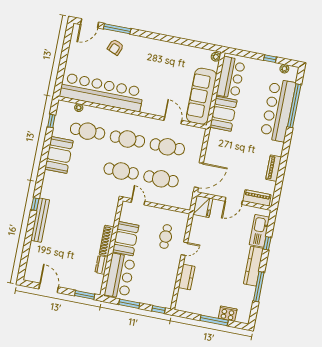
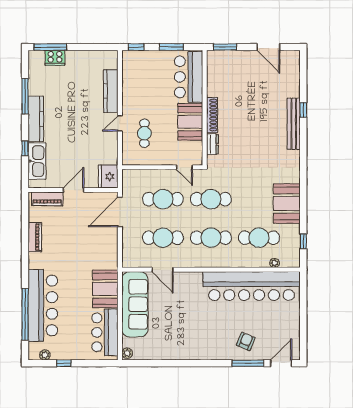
window: (35, 204) -> (303, 110), moved
dresser: (101, 265) -> (212, 144), moved
kitchen counter: (187, 277) -> (111, 91), width x1.50
window: (214, 320) -> (50, 47), moved

